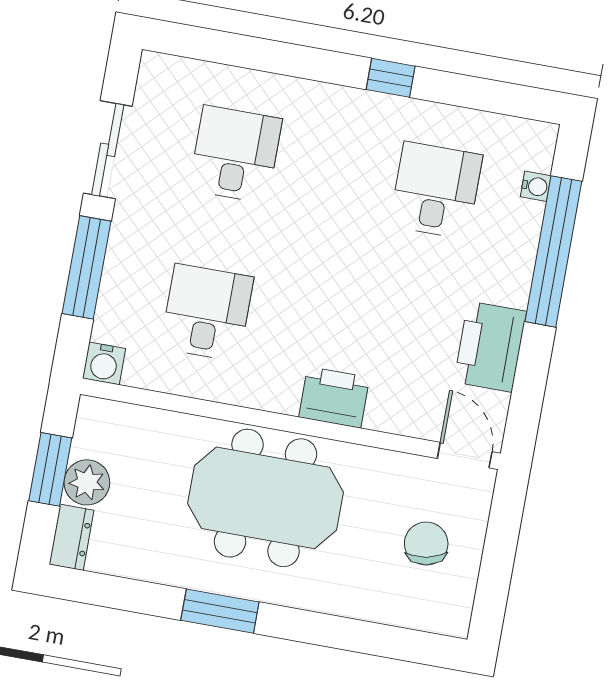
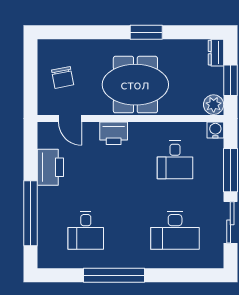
window: (391, 78) -> (114, 275), width x3.17
desk: (235, 154) -> (175, 230), width x1.37
water cooler: (536, 186) -> (43, 240), removed
door: (465, 455) -> (70, 118), moved
plant: (87, 482) -> (214, 105), moved

